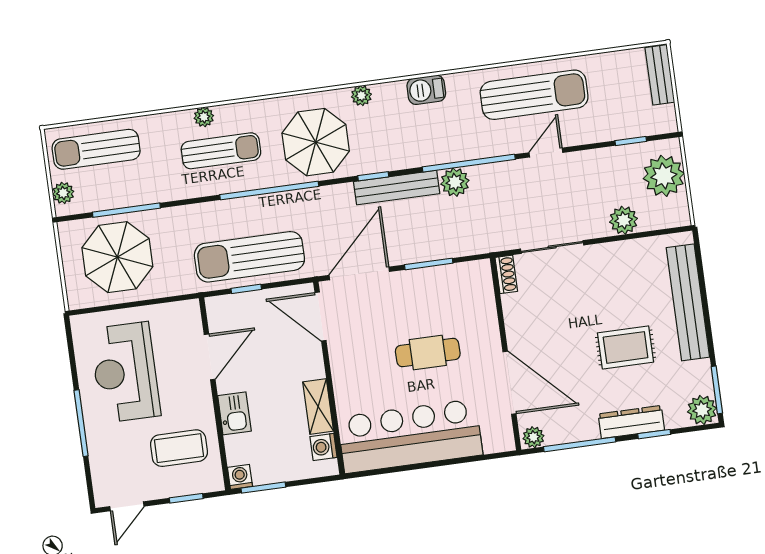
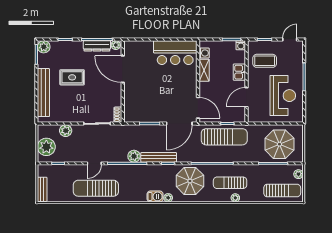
barbecue: (426, 90) -> (155, 196), moved
cafe table: (428, 352) -> (155, 87), removed
dresser: (631, 422) -> (97, 46), moved
bar counter: (410, 436) -> (175, 53), width x0.73

